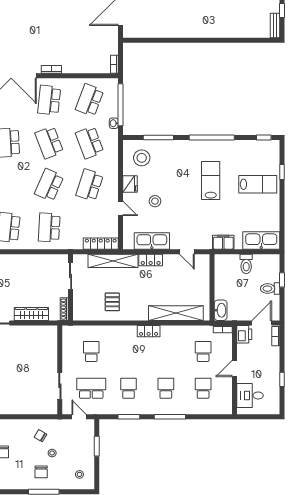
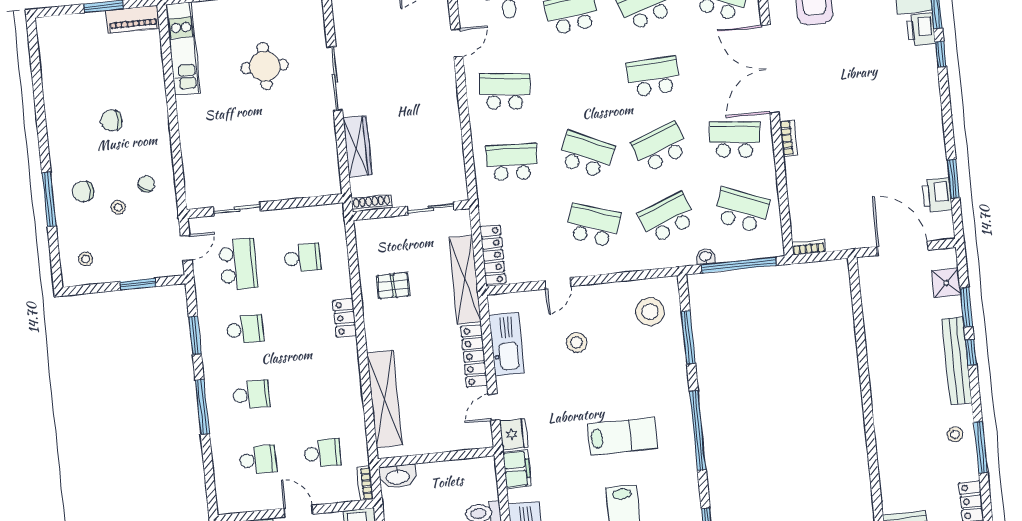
fridge: (130, 184) -> (514, 434), moved, turned -90
locker: (151, 260) -> (474, 356), width x1.53
locker: (149, 331) -> (345, 318), moved

